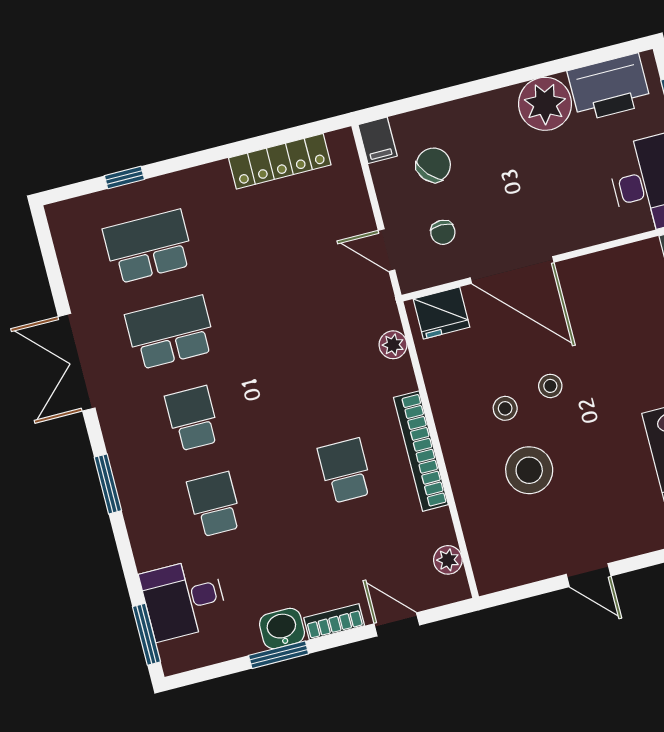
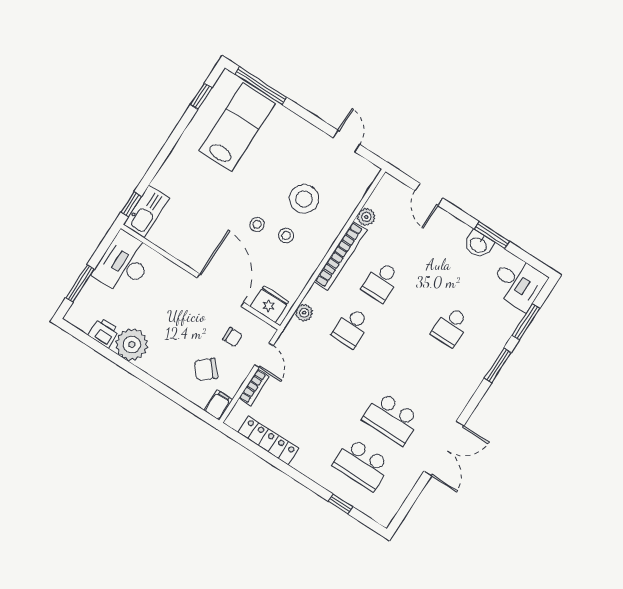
printer: (609, 87) -> (104, 333), width x0.53, depth x0.68
chair: (443, 232) -> (232, 337), turned 90
school desk: (193, 418) -> (351, 328), moved
window: (108, 484) -> (498, 366), moved
plant: (448, 560) -> (366, 217), moved
door: (589, 575) -> (346, 141), moved
desk: (184, 599) -> (518, 283), moved
bookcase: (334, 622) -> (254, 387), moved, turned -90
window: (146, 634) -> (526, 322), moved

